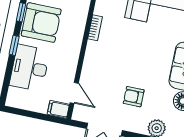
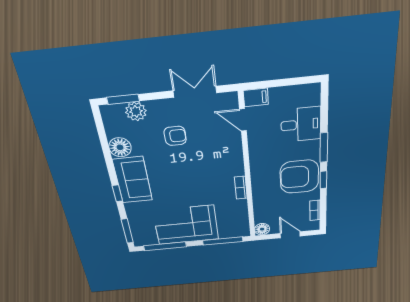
window: (14, 45) -> (324, 148), width x1.50
desk: (30, 68) -> (301, 125), width x0.73

